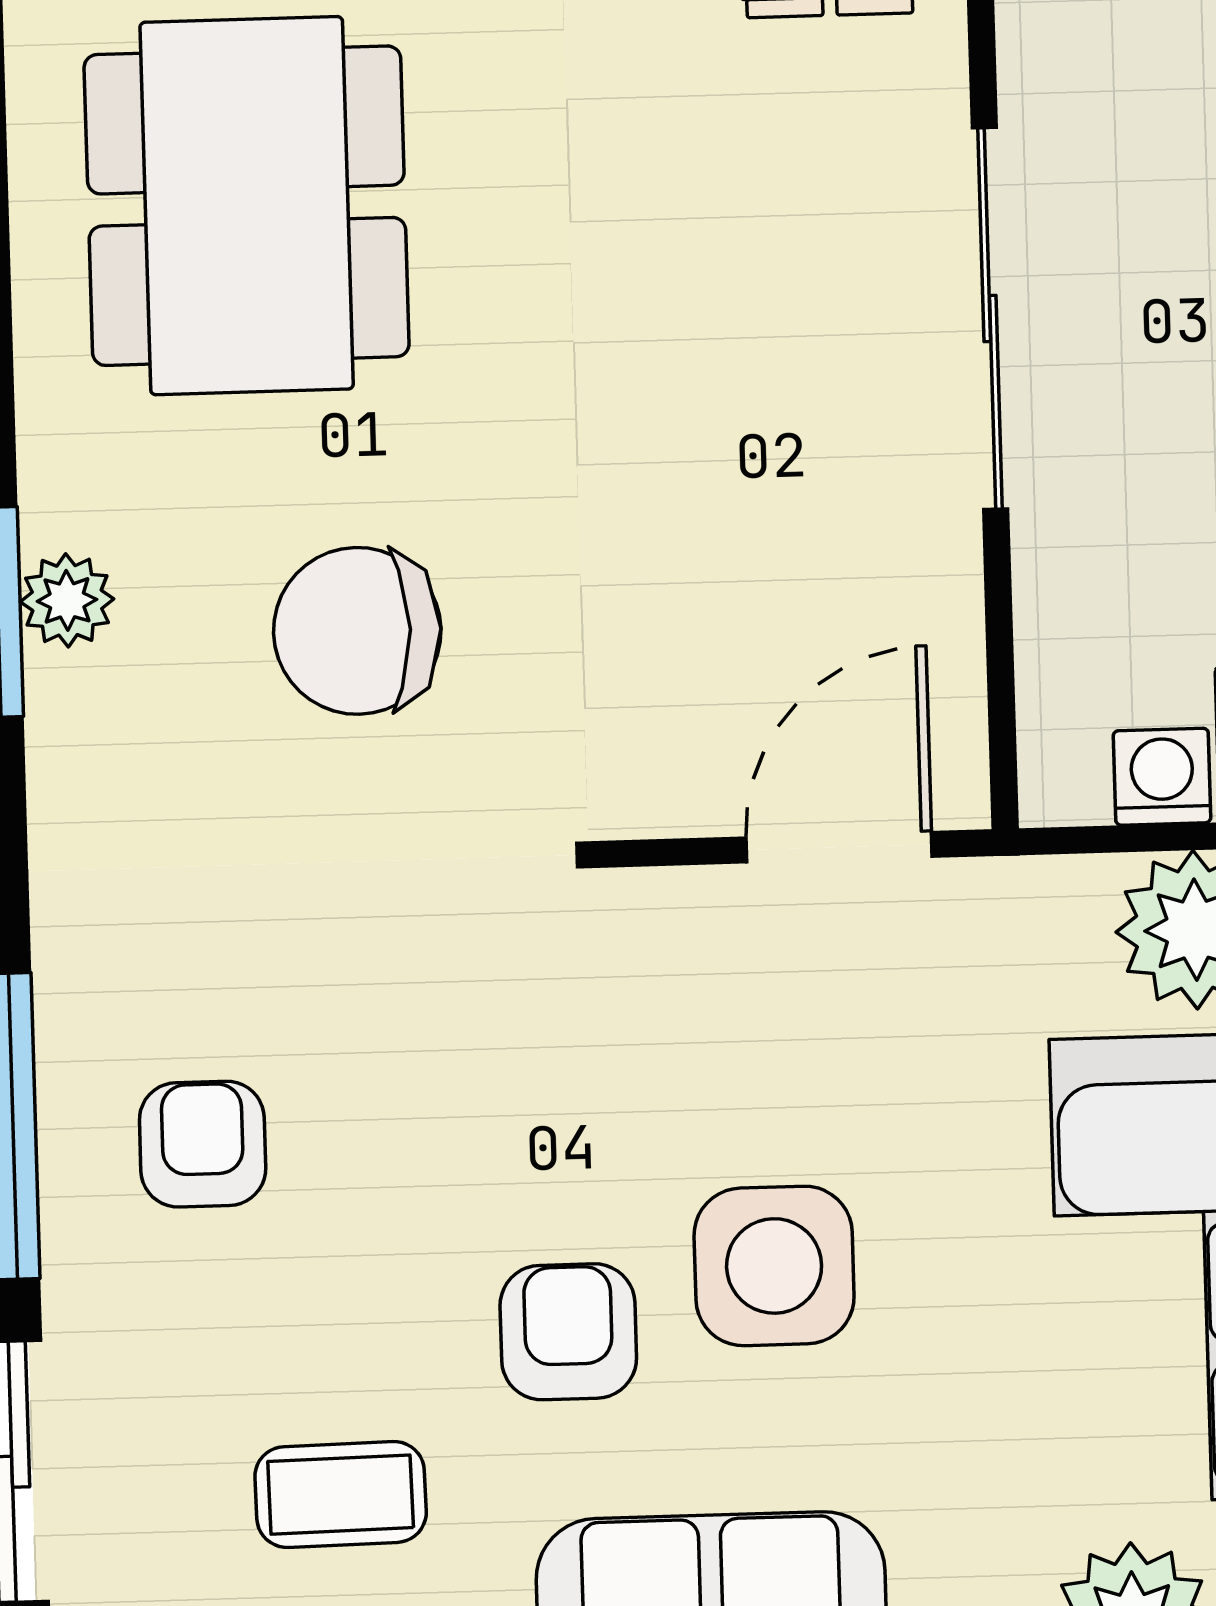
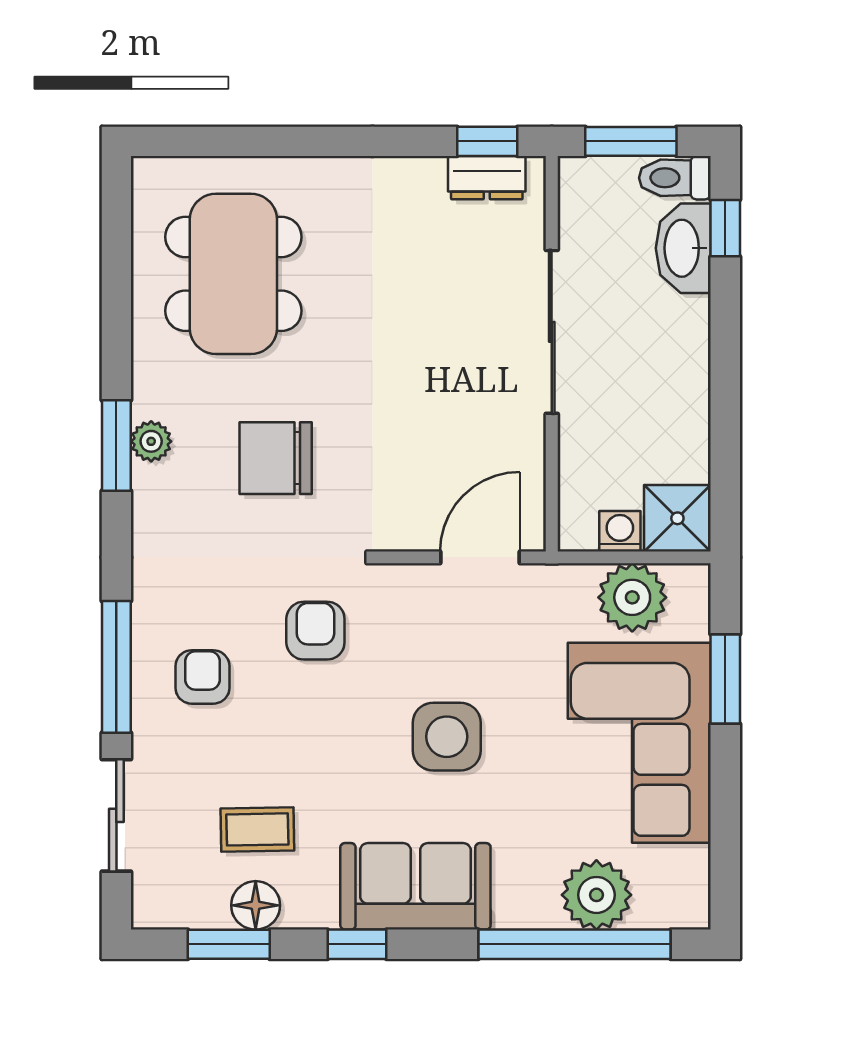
armchair: (568, 1332) -> (315, 631), moved

